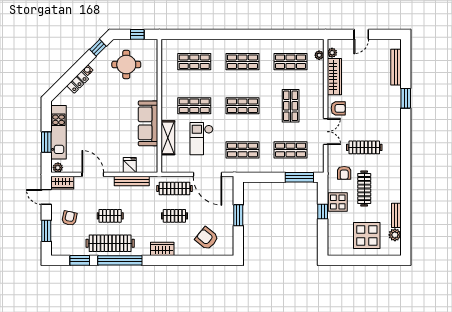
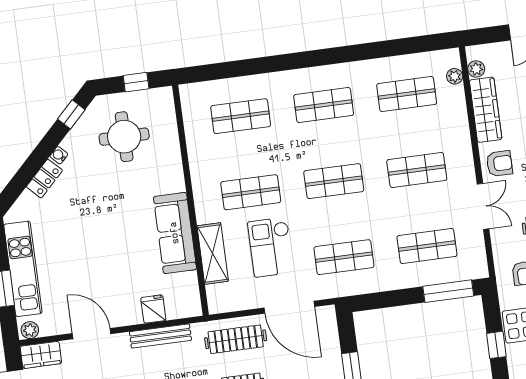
shop shelf: (291, 106) -> (417, 170), turned 90

